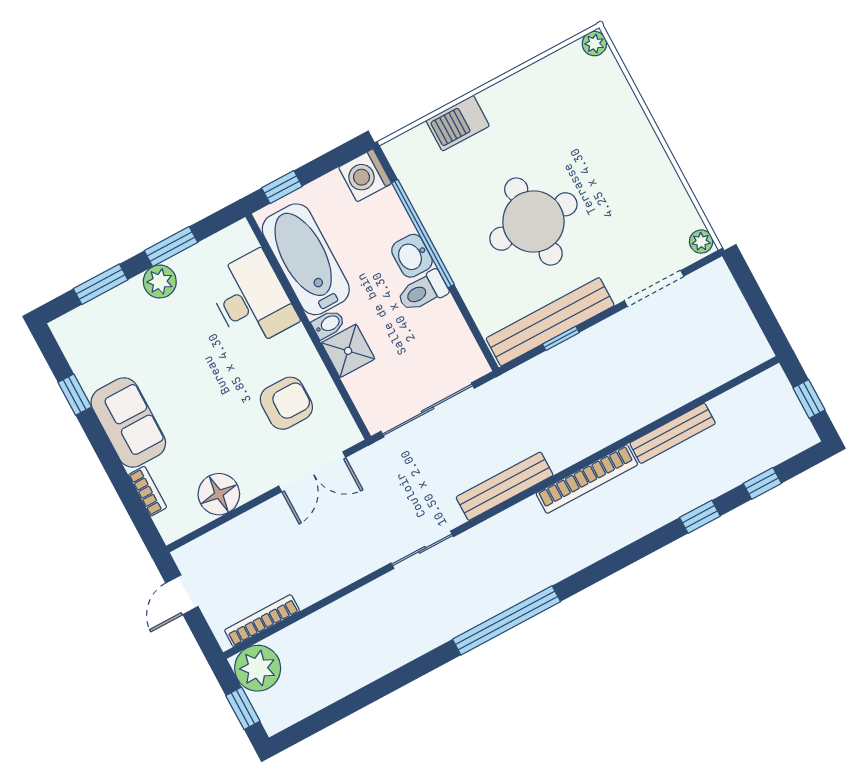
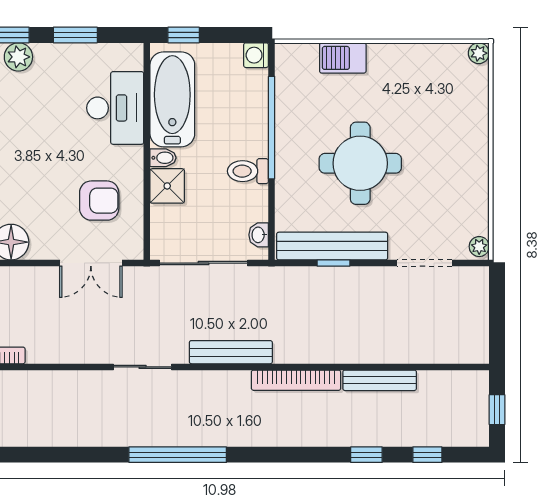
washing machine: (365, 175) -> (256, 55), width x0.73, depth x0.73
washbasin: (412, 256) -> (259, 235), moved, width x0.72, depth x0.69
plant: (160, 282) -> (18, 57), moved

